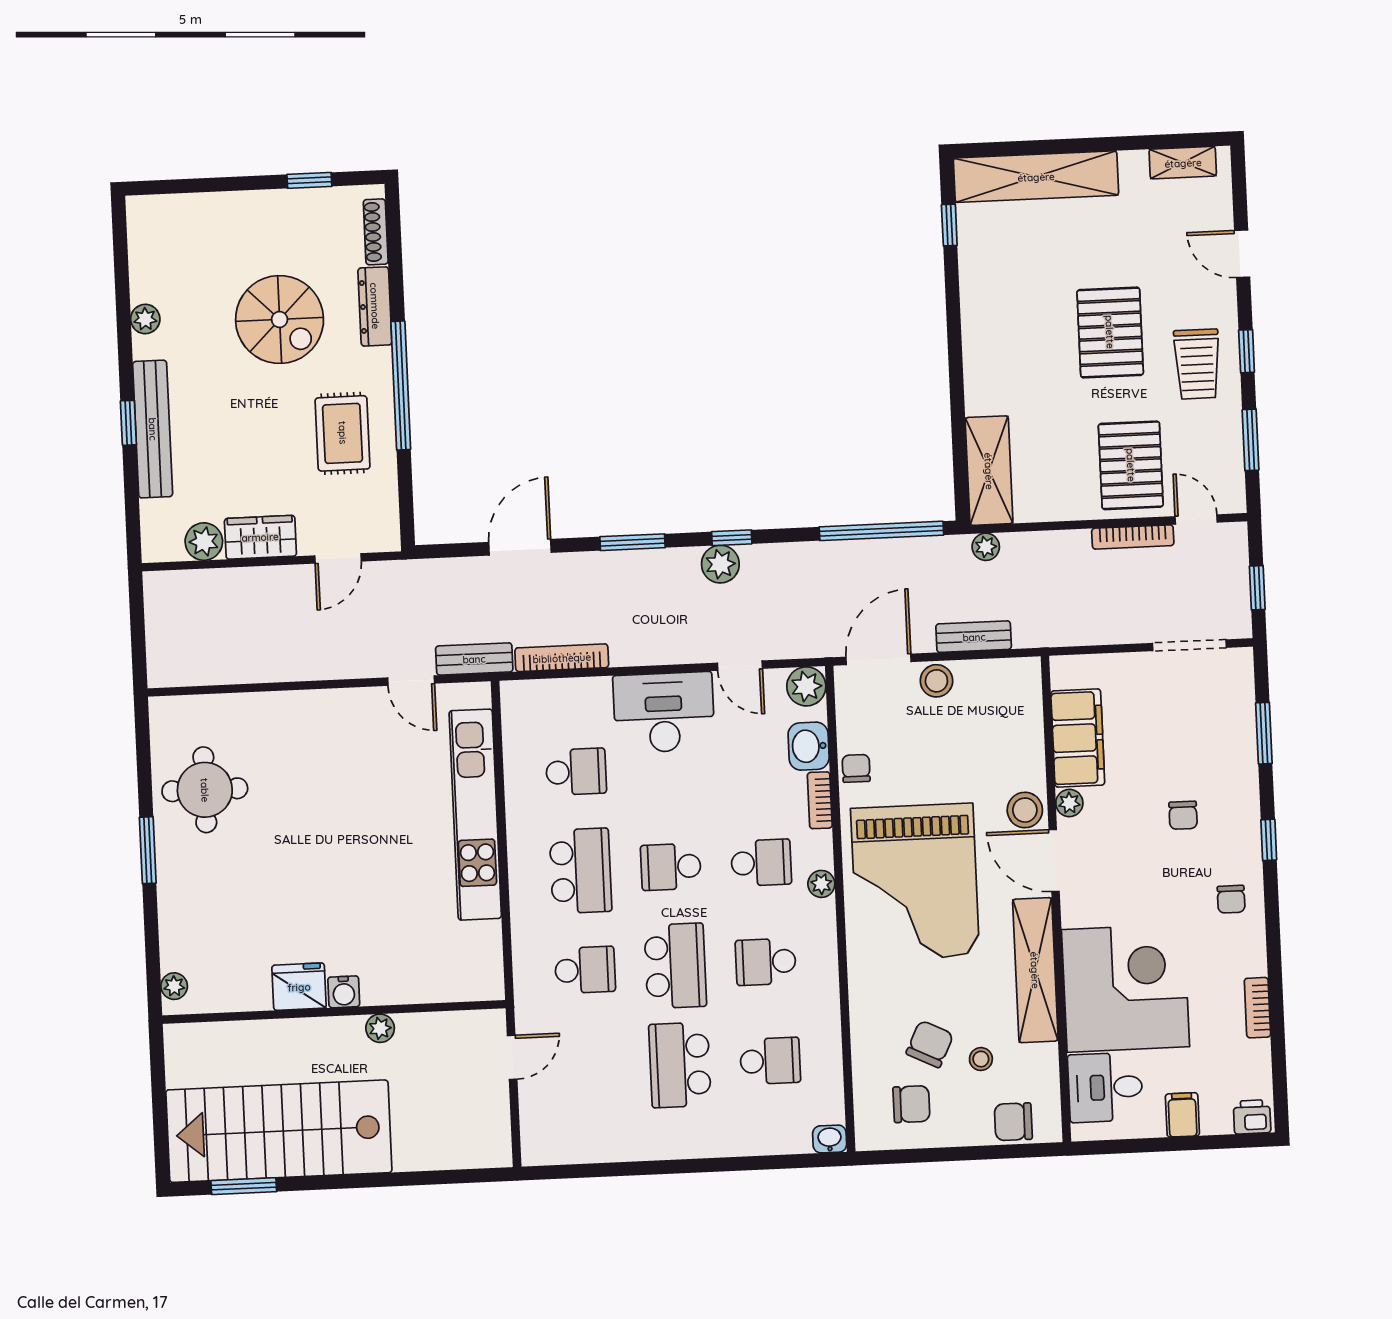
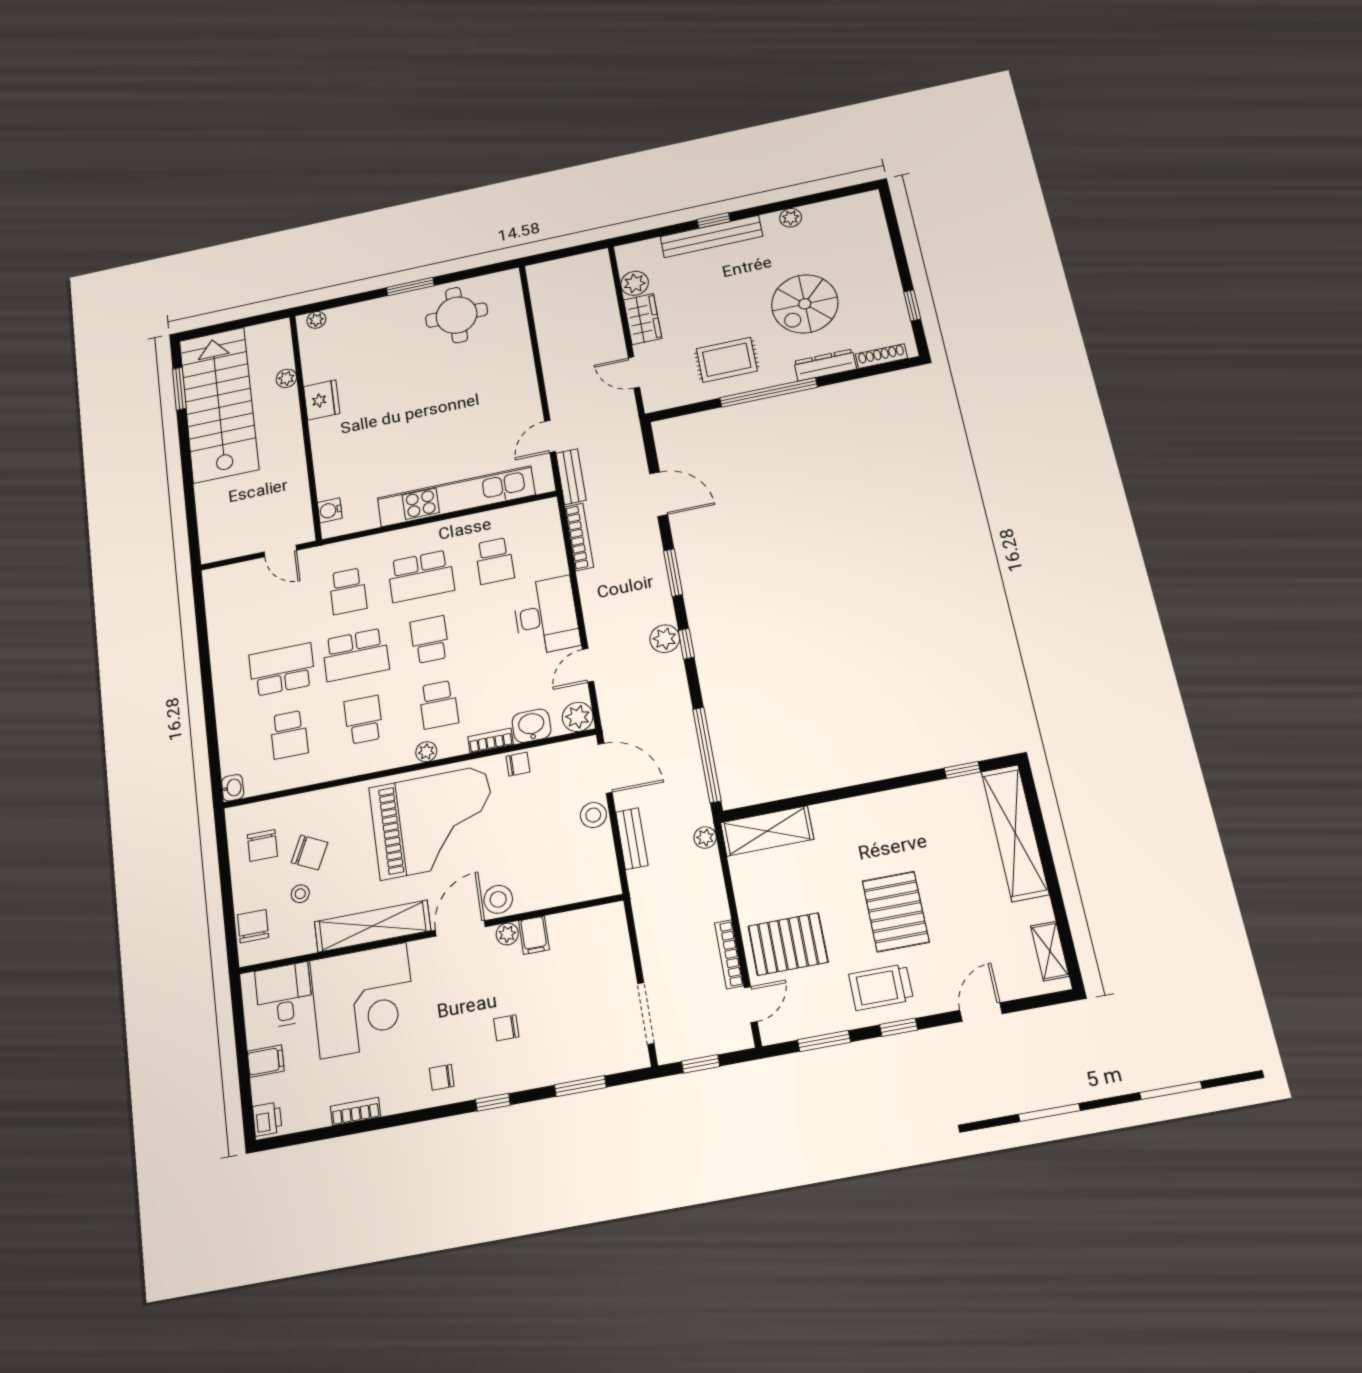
pallet: (1110, 332) -> (896, 911), turned 90
filing cabinet: (1078, 738) -> (534, 935), width x0.33, depth x0.86
grand piano: (915, 882) -> (434, 822), turned 180
water cooler: (344, 992) -> (330, 510), moved
plant: (380, 1028) -> (286, 378), moved

